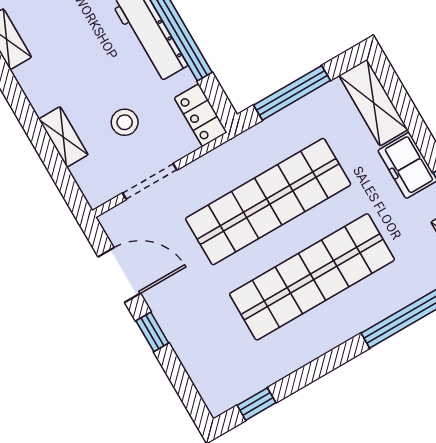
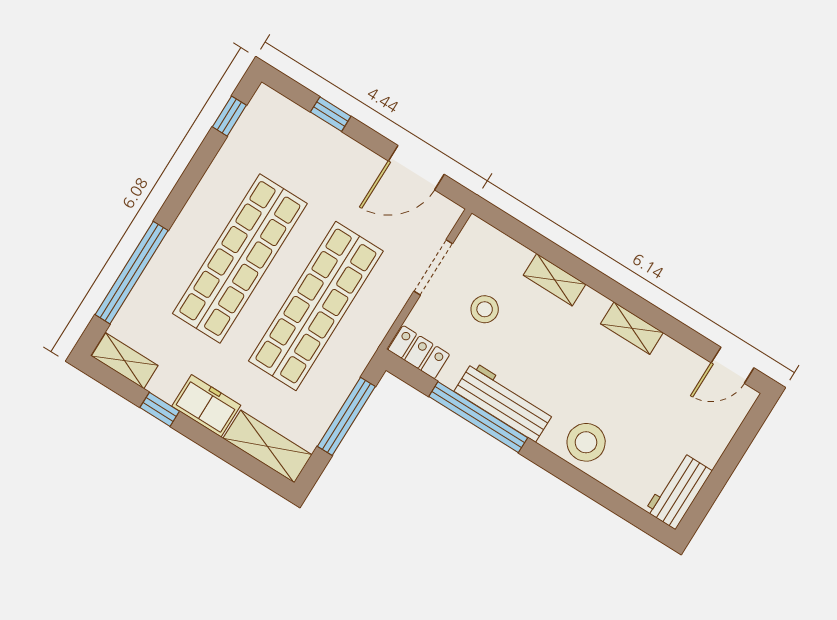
shelving: (63, 137) -> (555, 280), moved
window: (152, 332) -> (331, 114), moved

